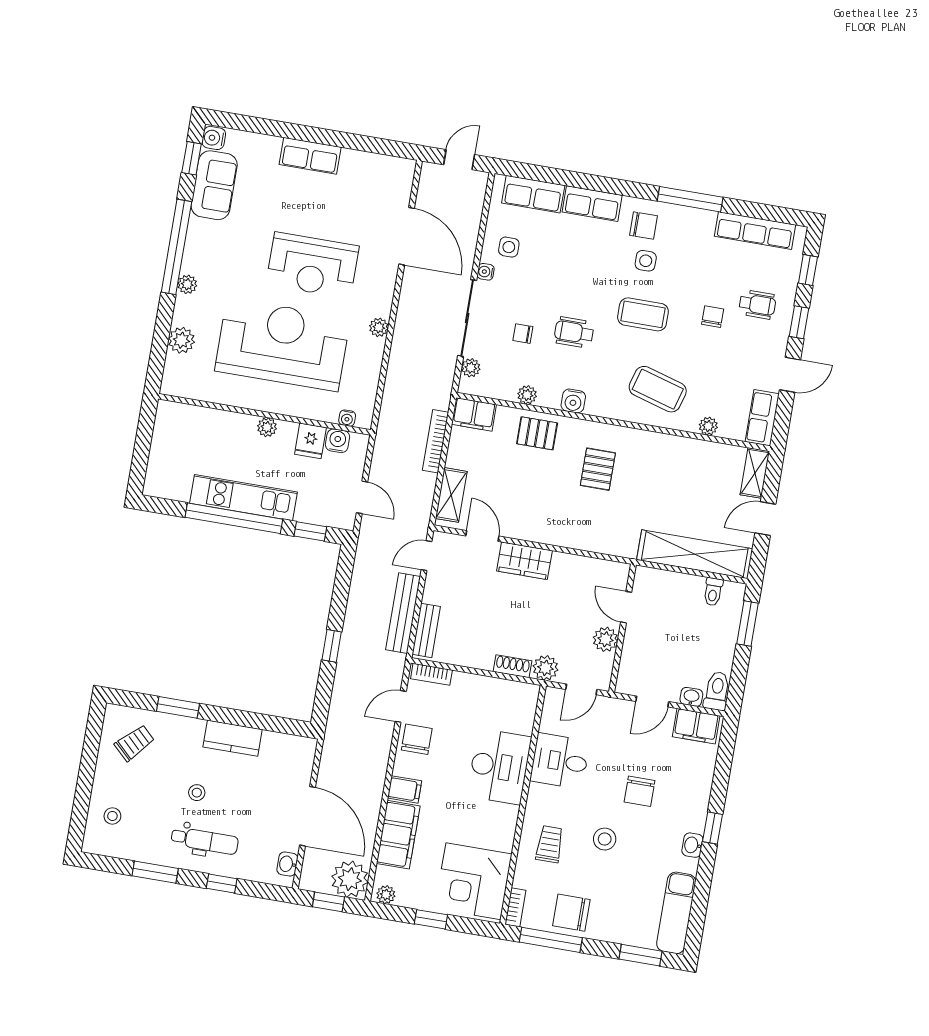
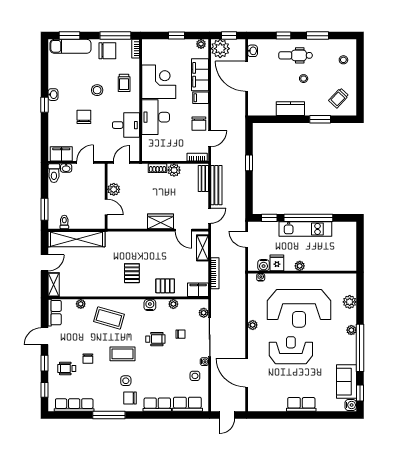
plant: (546, 668) -> (174, 170), moved
corner desk: (473, 881) -> (159, 82), moved
exam couch: (676, 913) -> (71, 46), moved, turned 90

